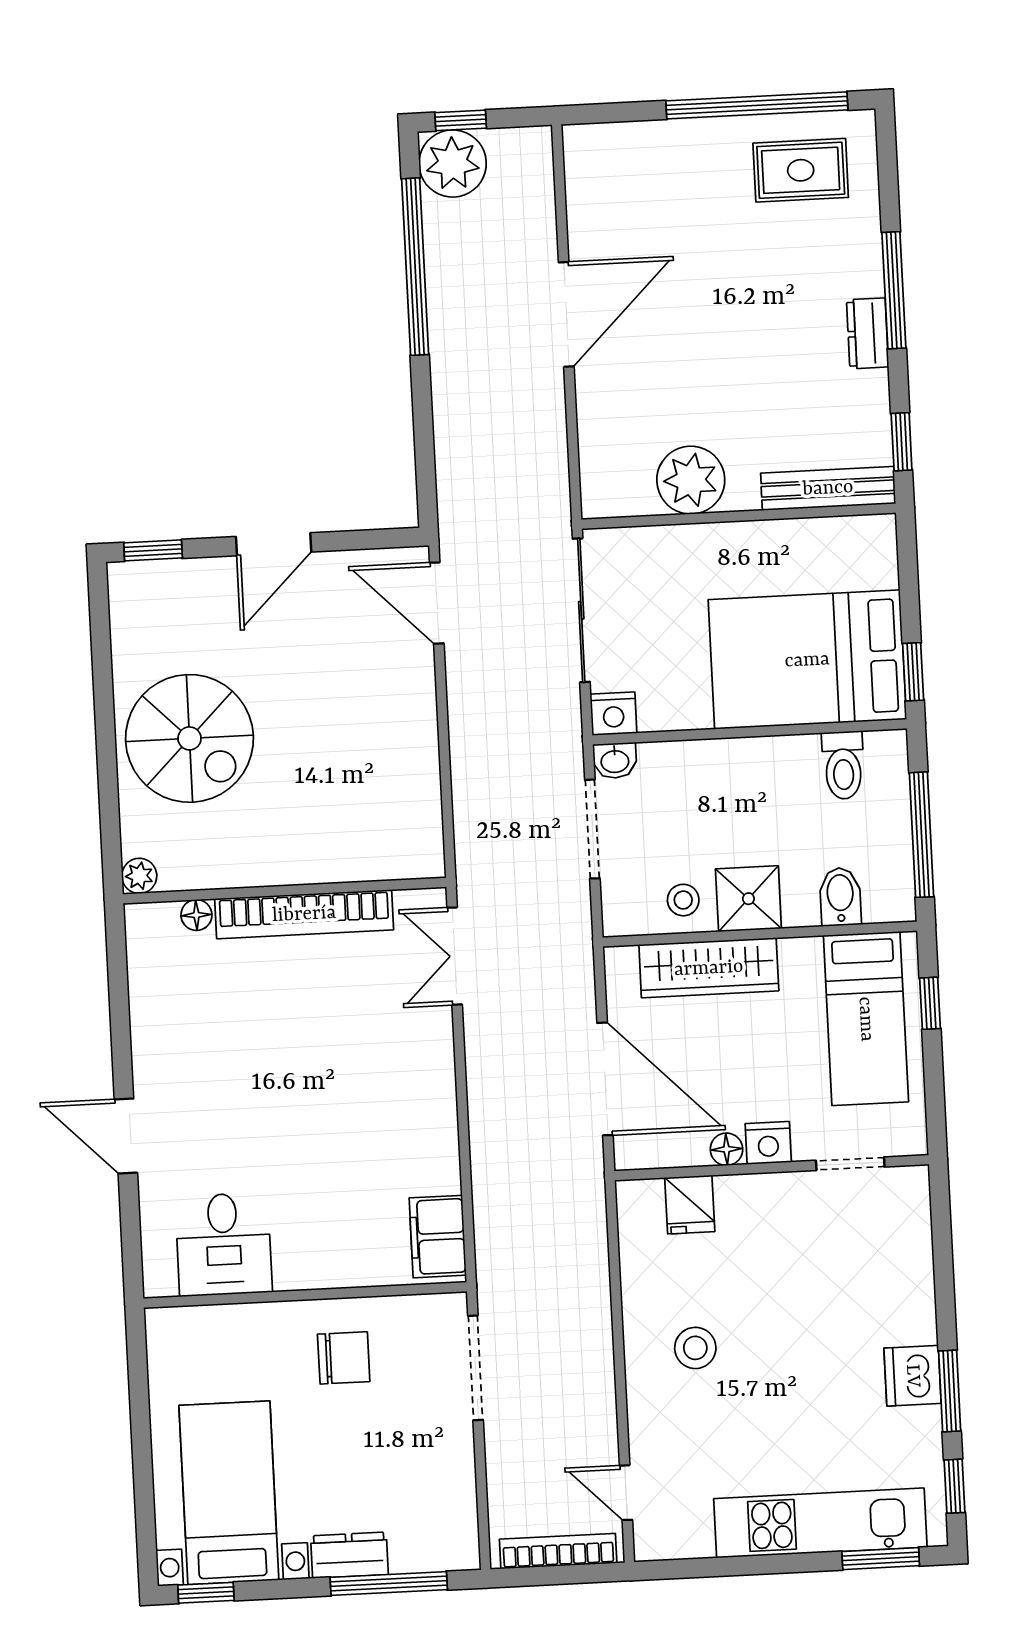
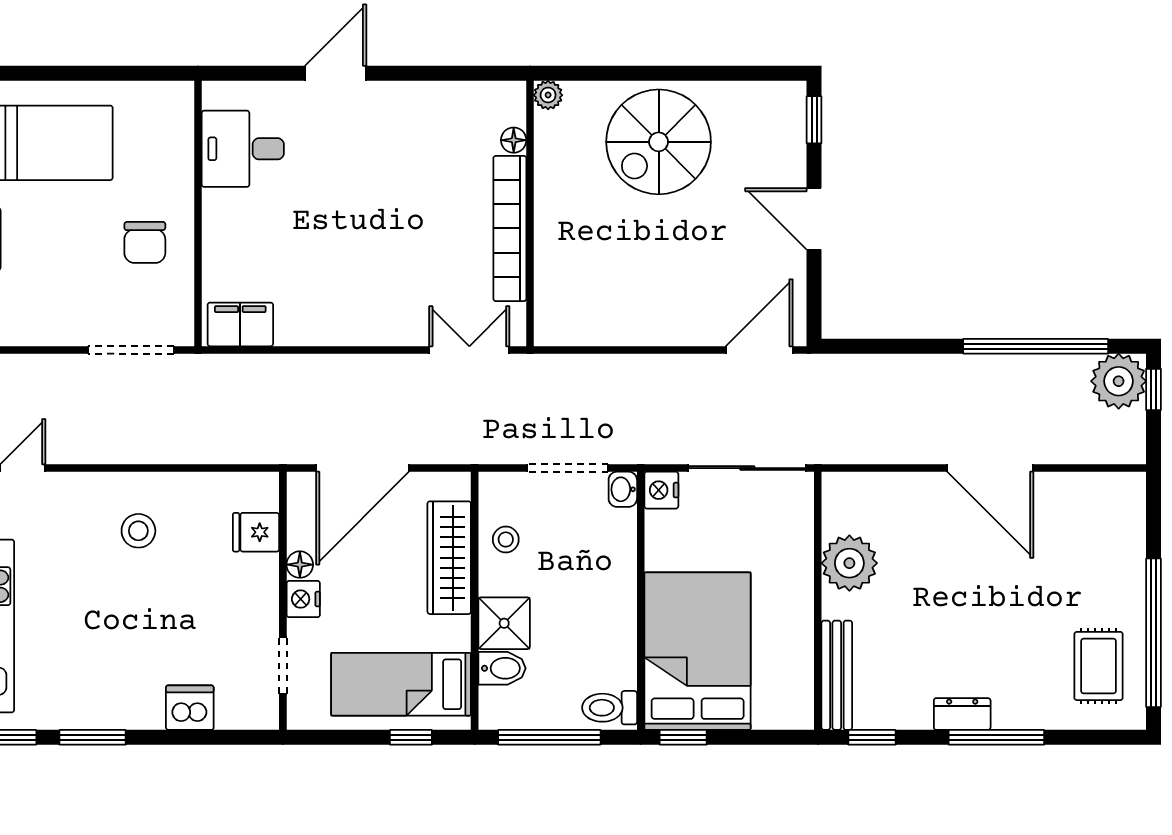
toilet: (843, 765) -> (610, 708), moved
shower: (748, 899) -> (504, 623), moved
dishwasher: (913, 1376) -> (190, 708), moved

